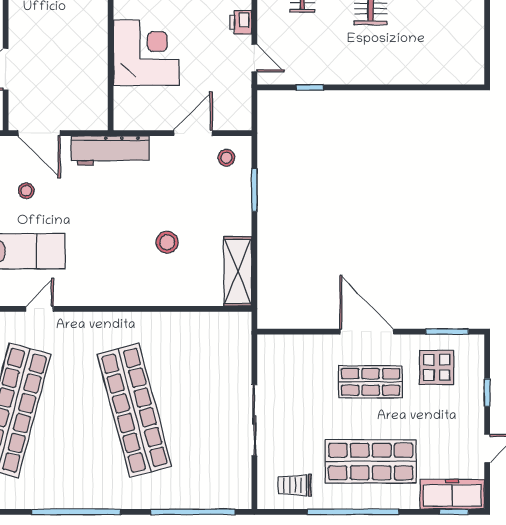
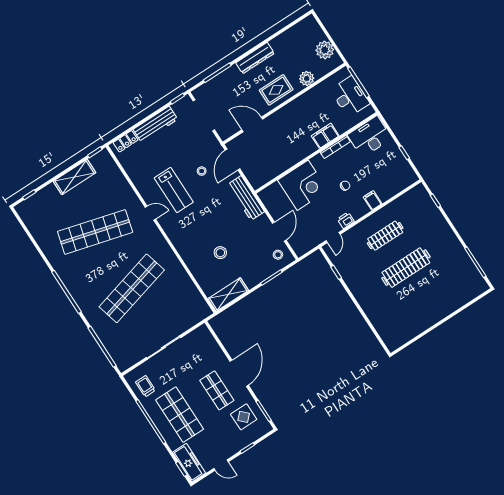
door: (193, 133) -> (279, 232), hinge flipped

